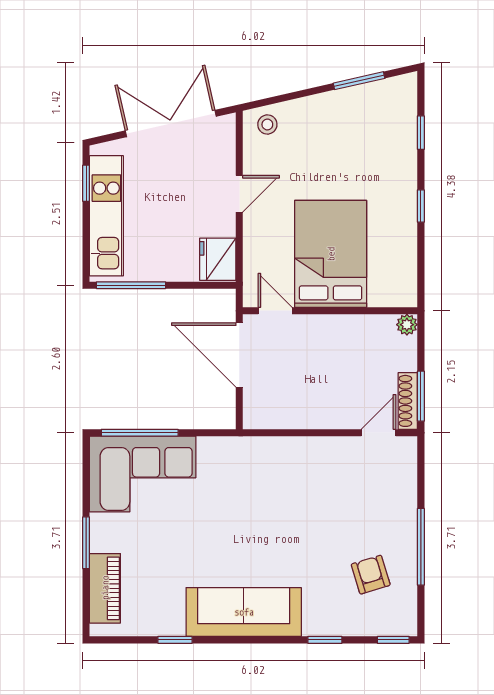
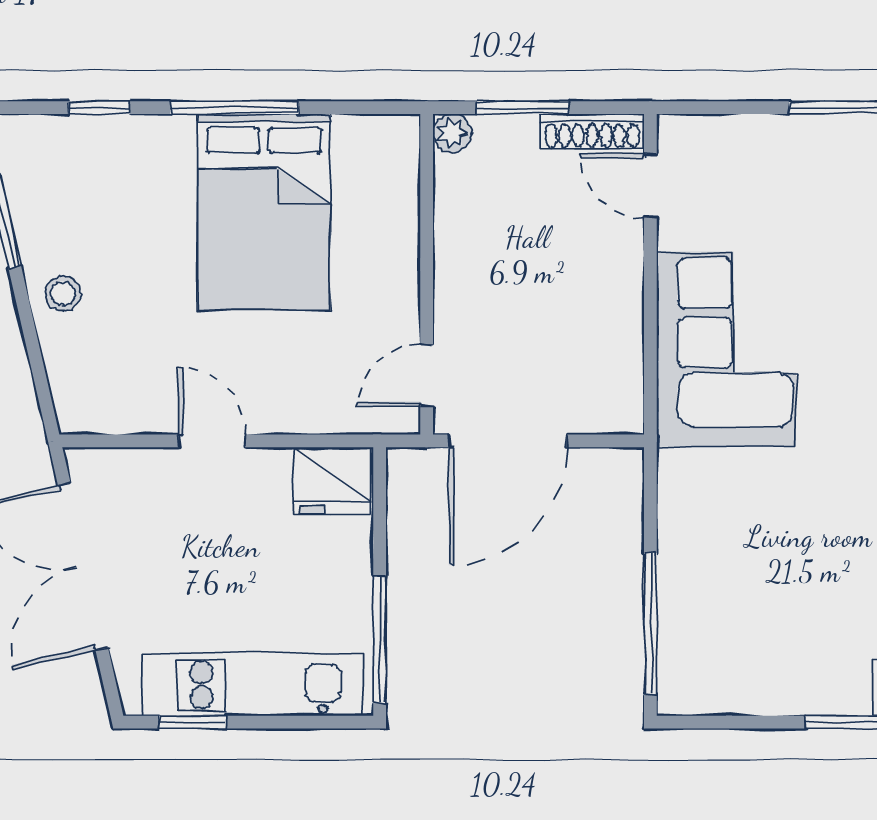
stool: (267, 124) -> (63, 293), moved
window: (421, 206) -> (234, 108), width x2.17
bed: (331, 254) -> (264, 212), moved, turned -90
window: (421, 396) -> (523, 108), moved
corner sofa: (143, 474) -> (726, 349), moved

